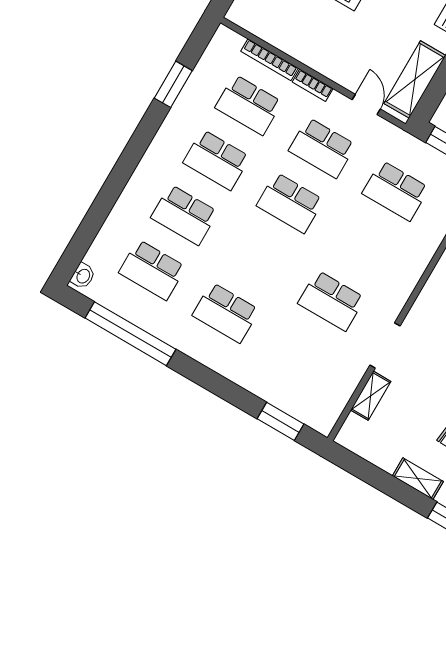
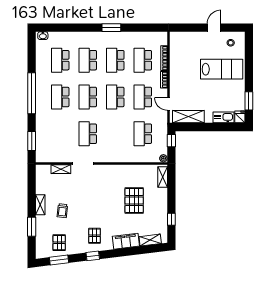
window: (173, 84) -> (111, 28), moved
door: (366, 104) -> (169, 104), swing flipped
school desk: (258, 258) -> (88, 97), added
window: (130, 334) -> (32, 93), moved

